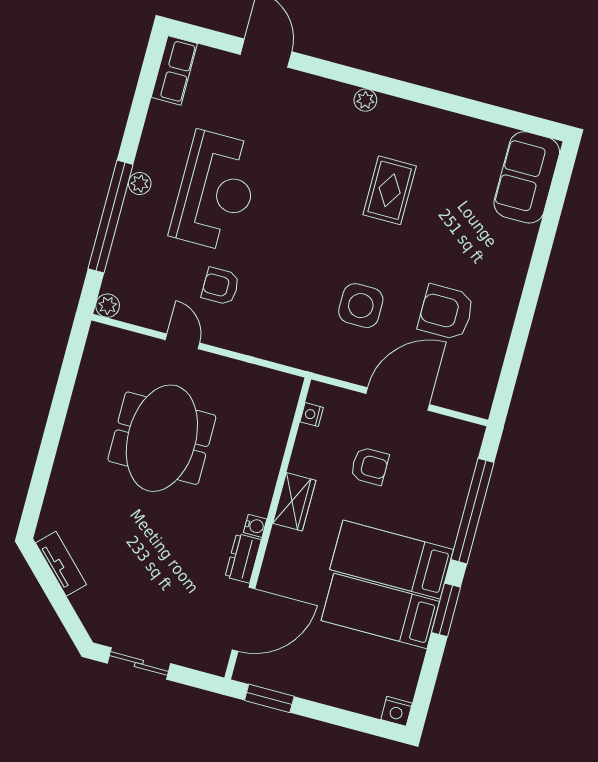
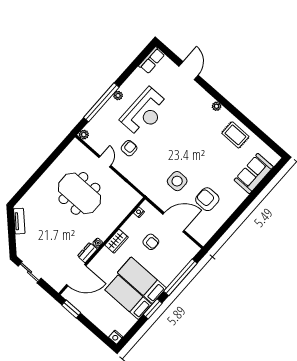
sofa: (527, 177) -> (254, 173), moved
rug: (390, 190) -> (235, 135), moved, turned 90
armchair: (221, 286) -> (129, 148), turned 90
meeting table: (162, 438) -> (79, 193), turned 90

